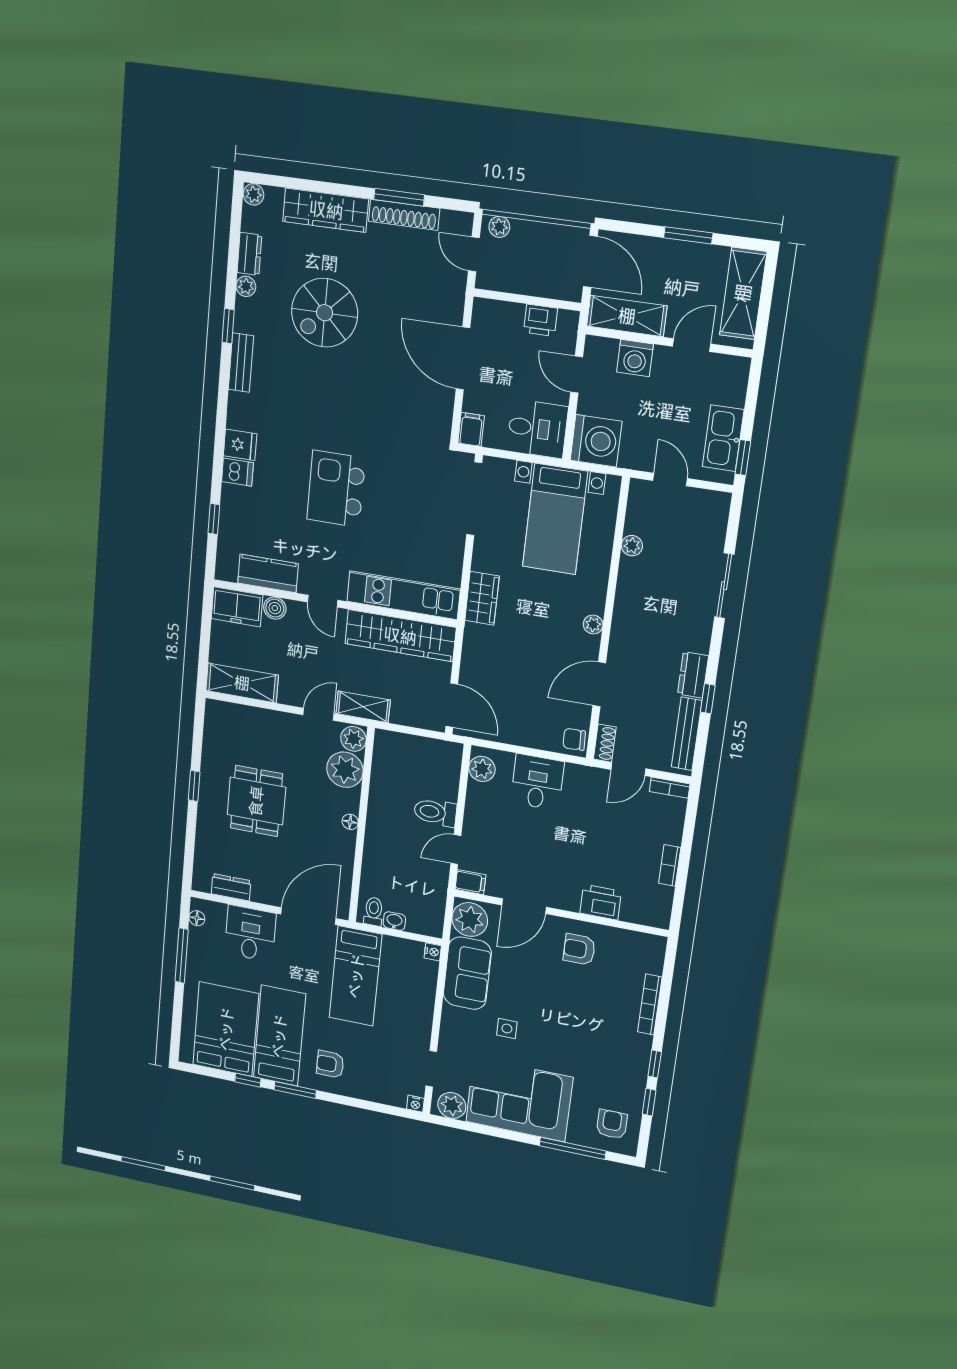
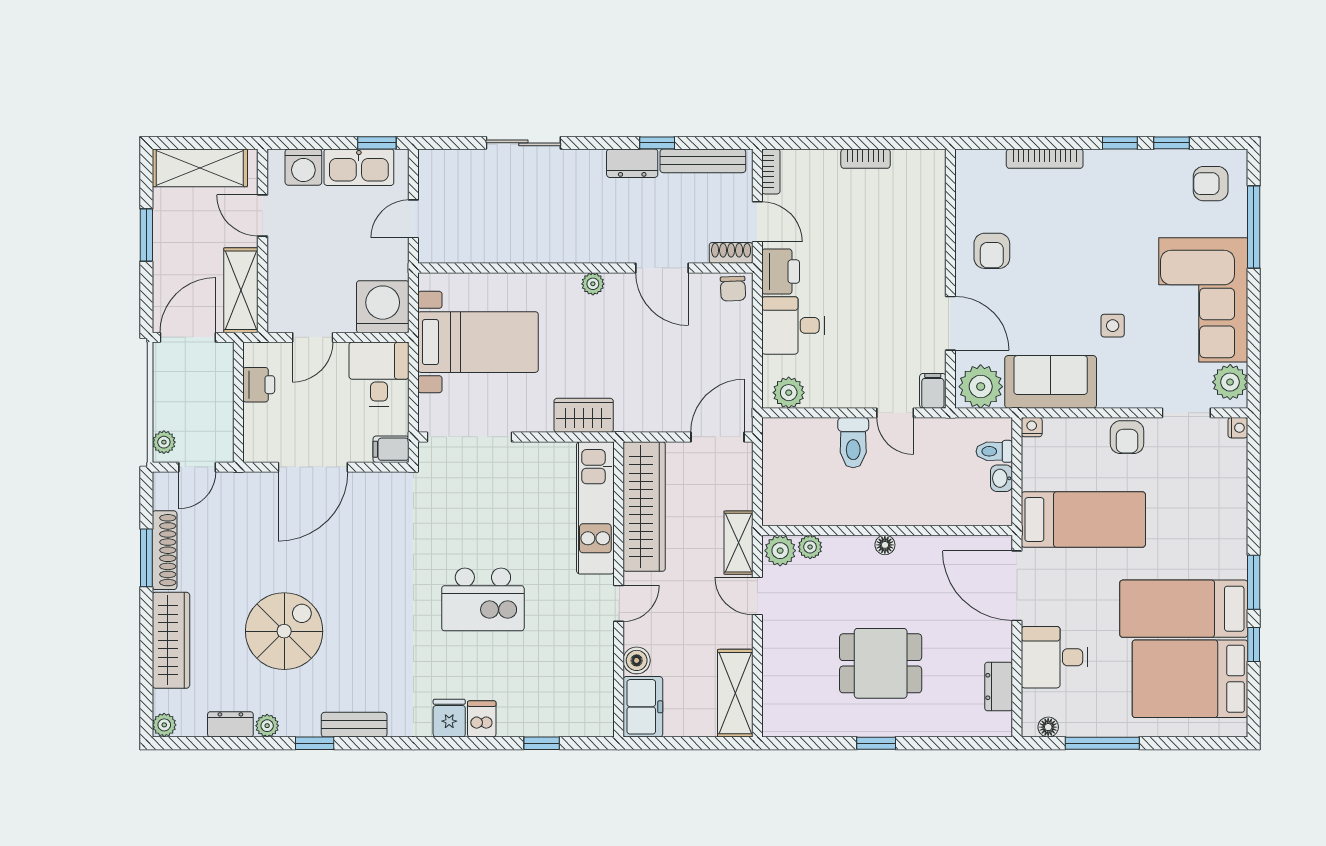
spiral stairs: (325, 313) -> (284, 631), turned -90
washing machine: (635, 358) -> (303, 167), moved, turned 90
plant: (632, 546) -> (495, 252), removed
kitchen counter: (268, 573) -> (596, 672), removed
plant: (345, 770) -> (810, 547), width x0.53, depth x0.53
printer: (601, 902) -> (781, 272), moved, turned 180
toilet: (374, 911) -> (994, 451), moved
armchair: (330, 1064) -> (1127, 437), moved

